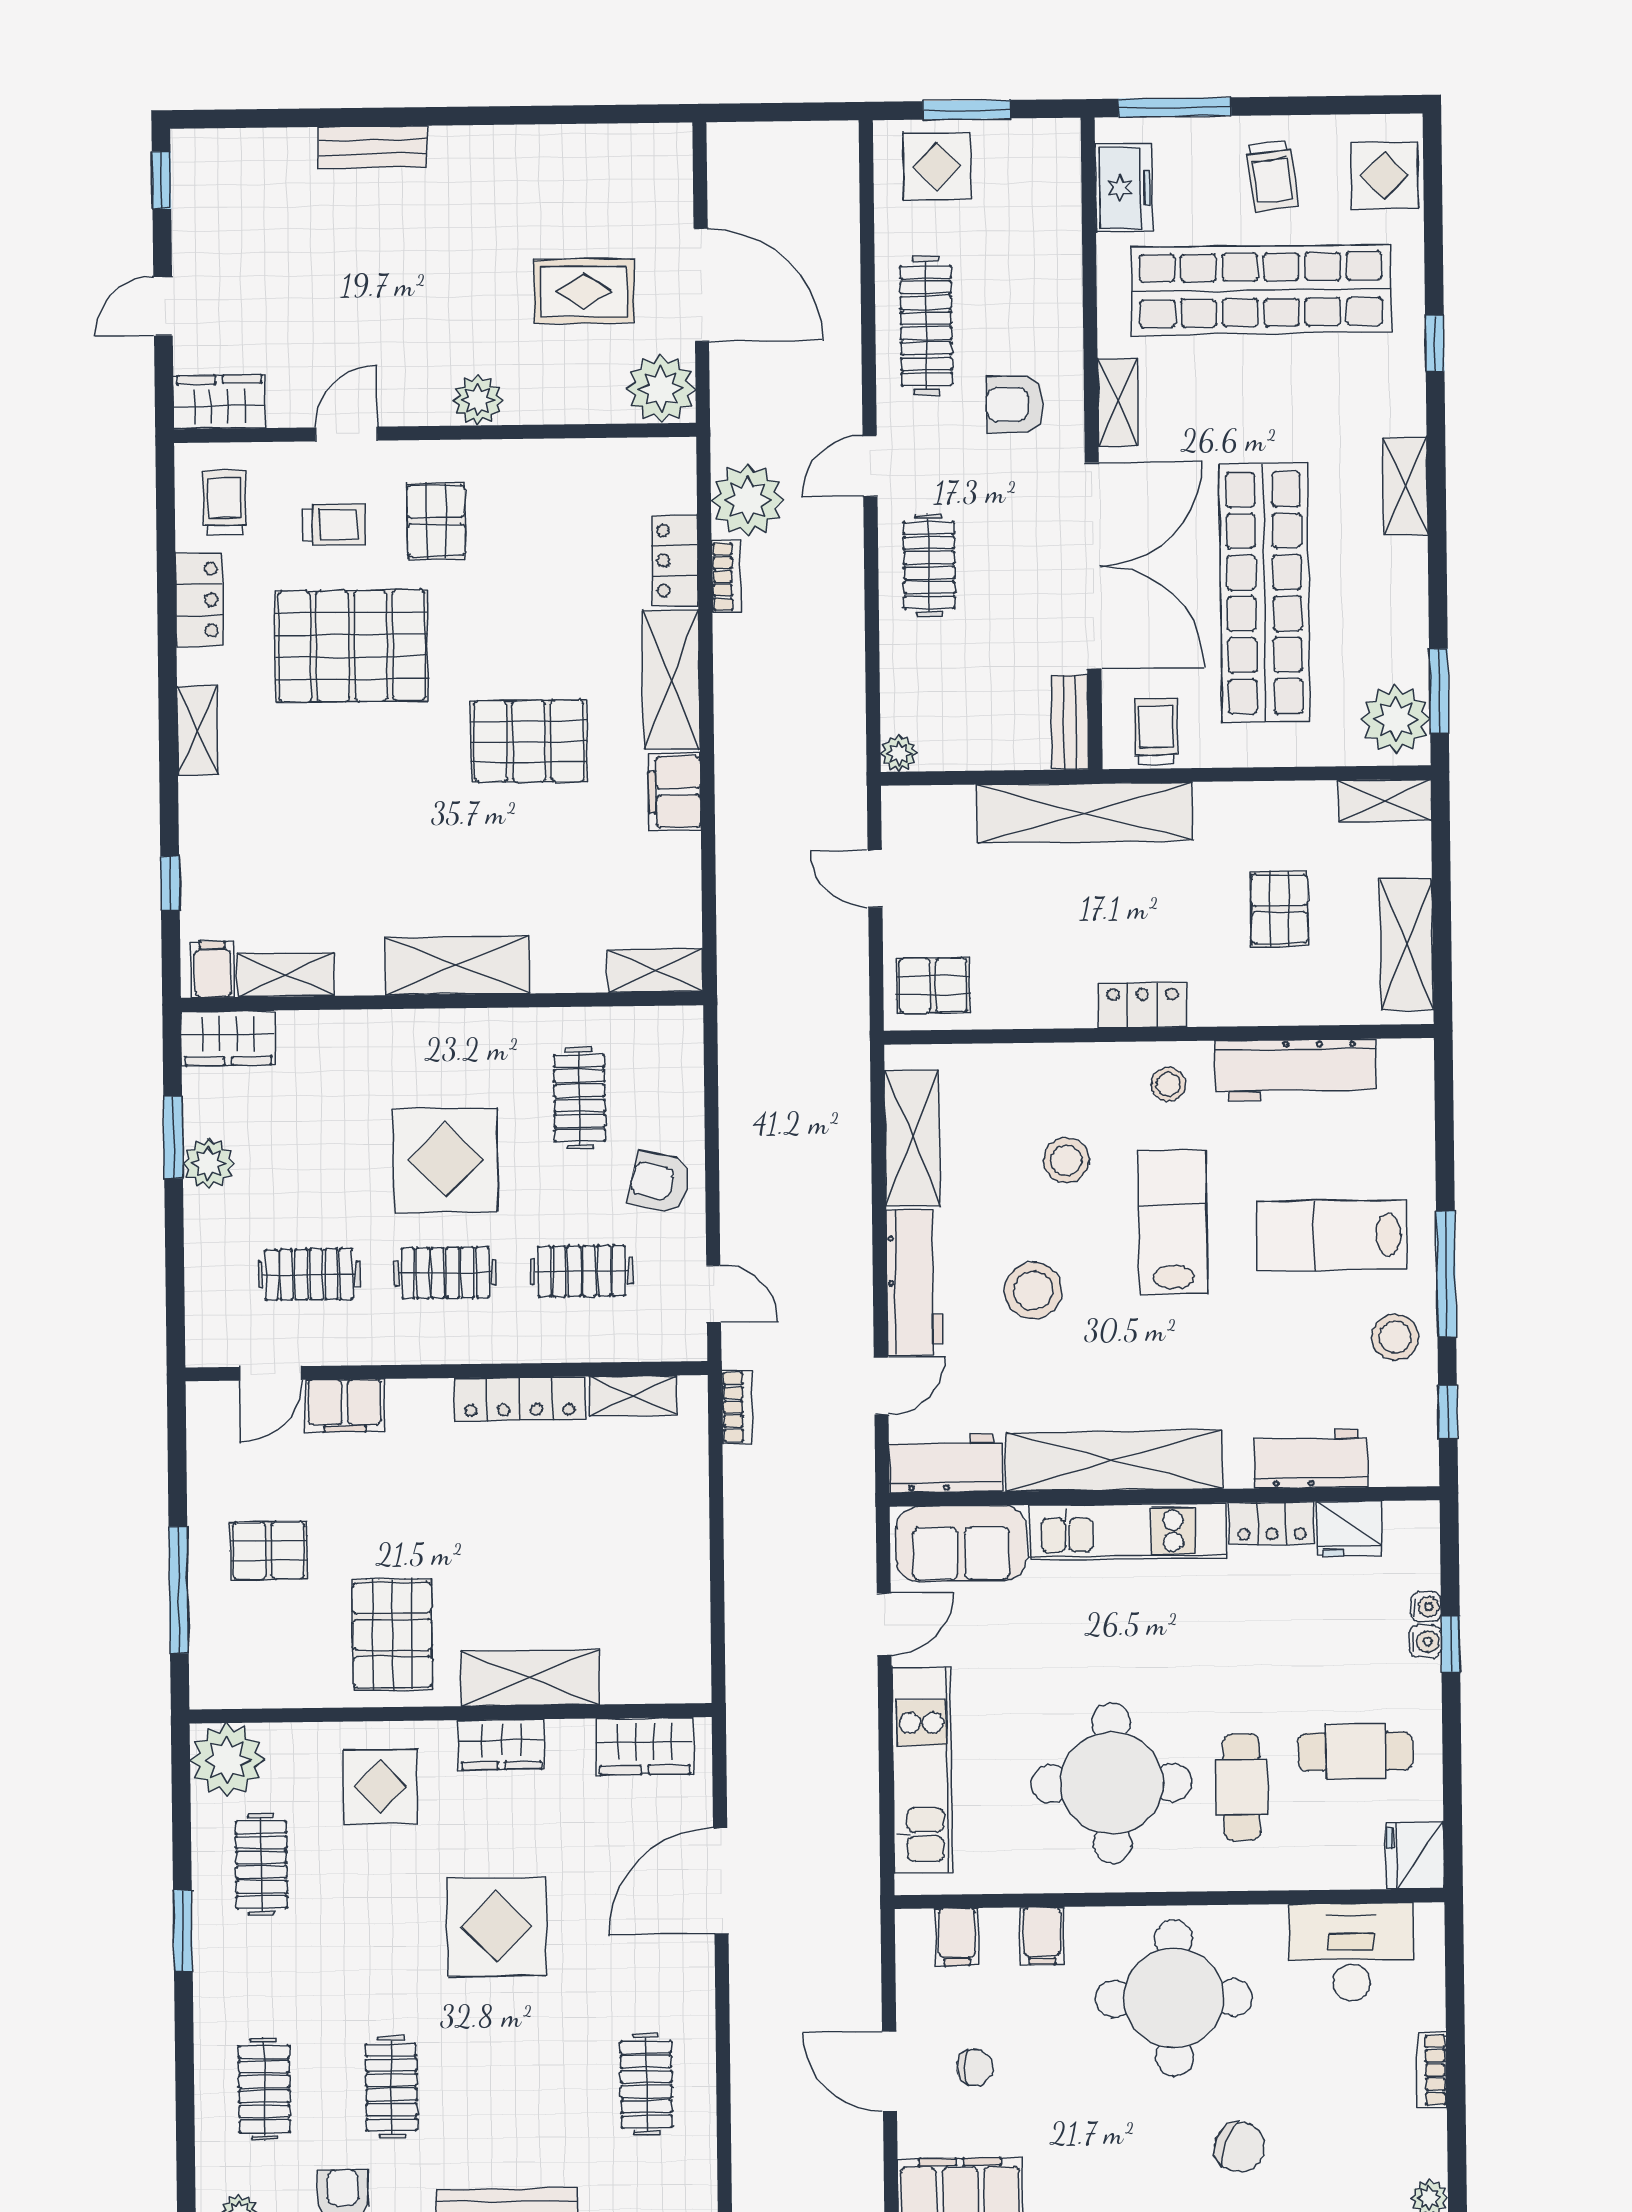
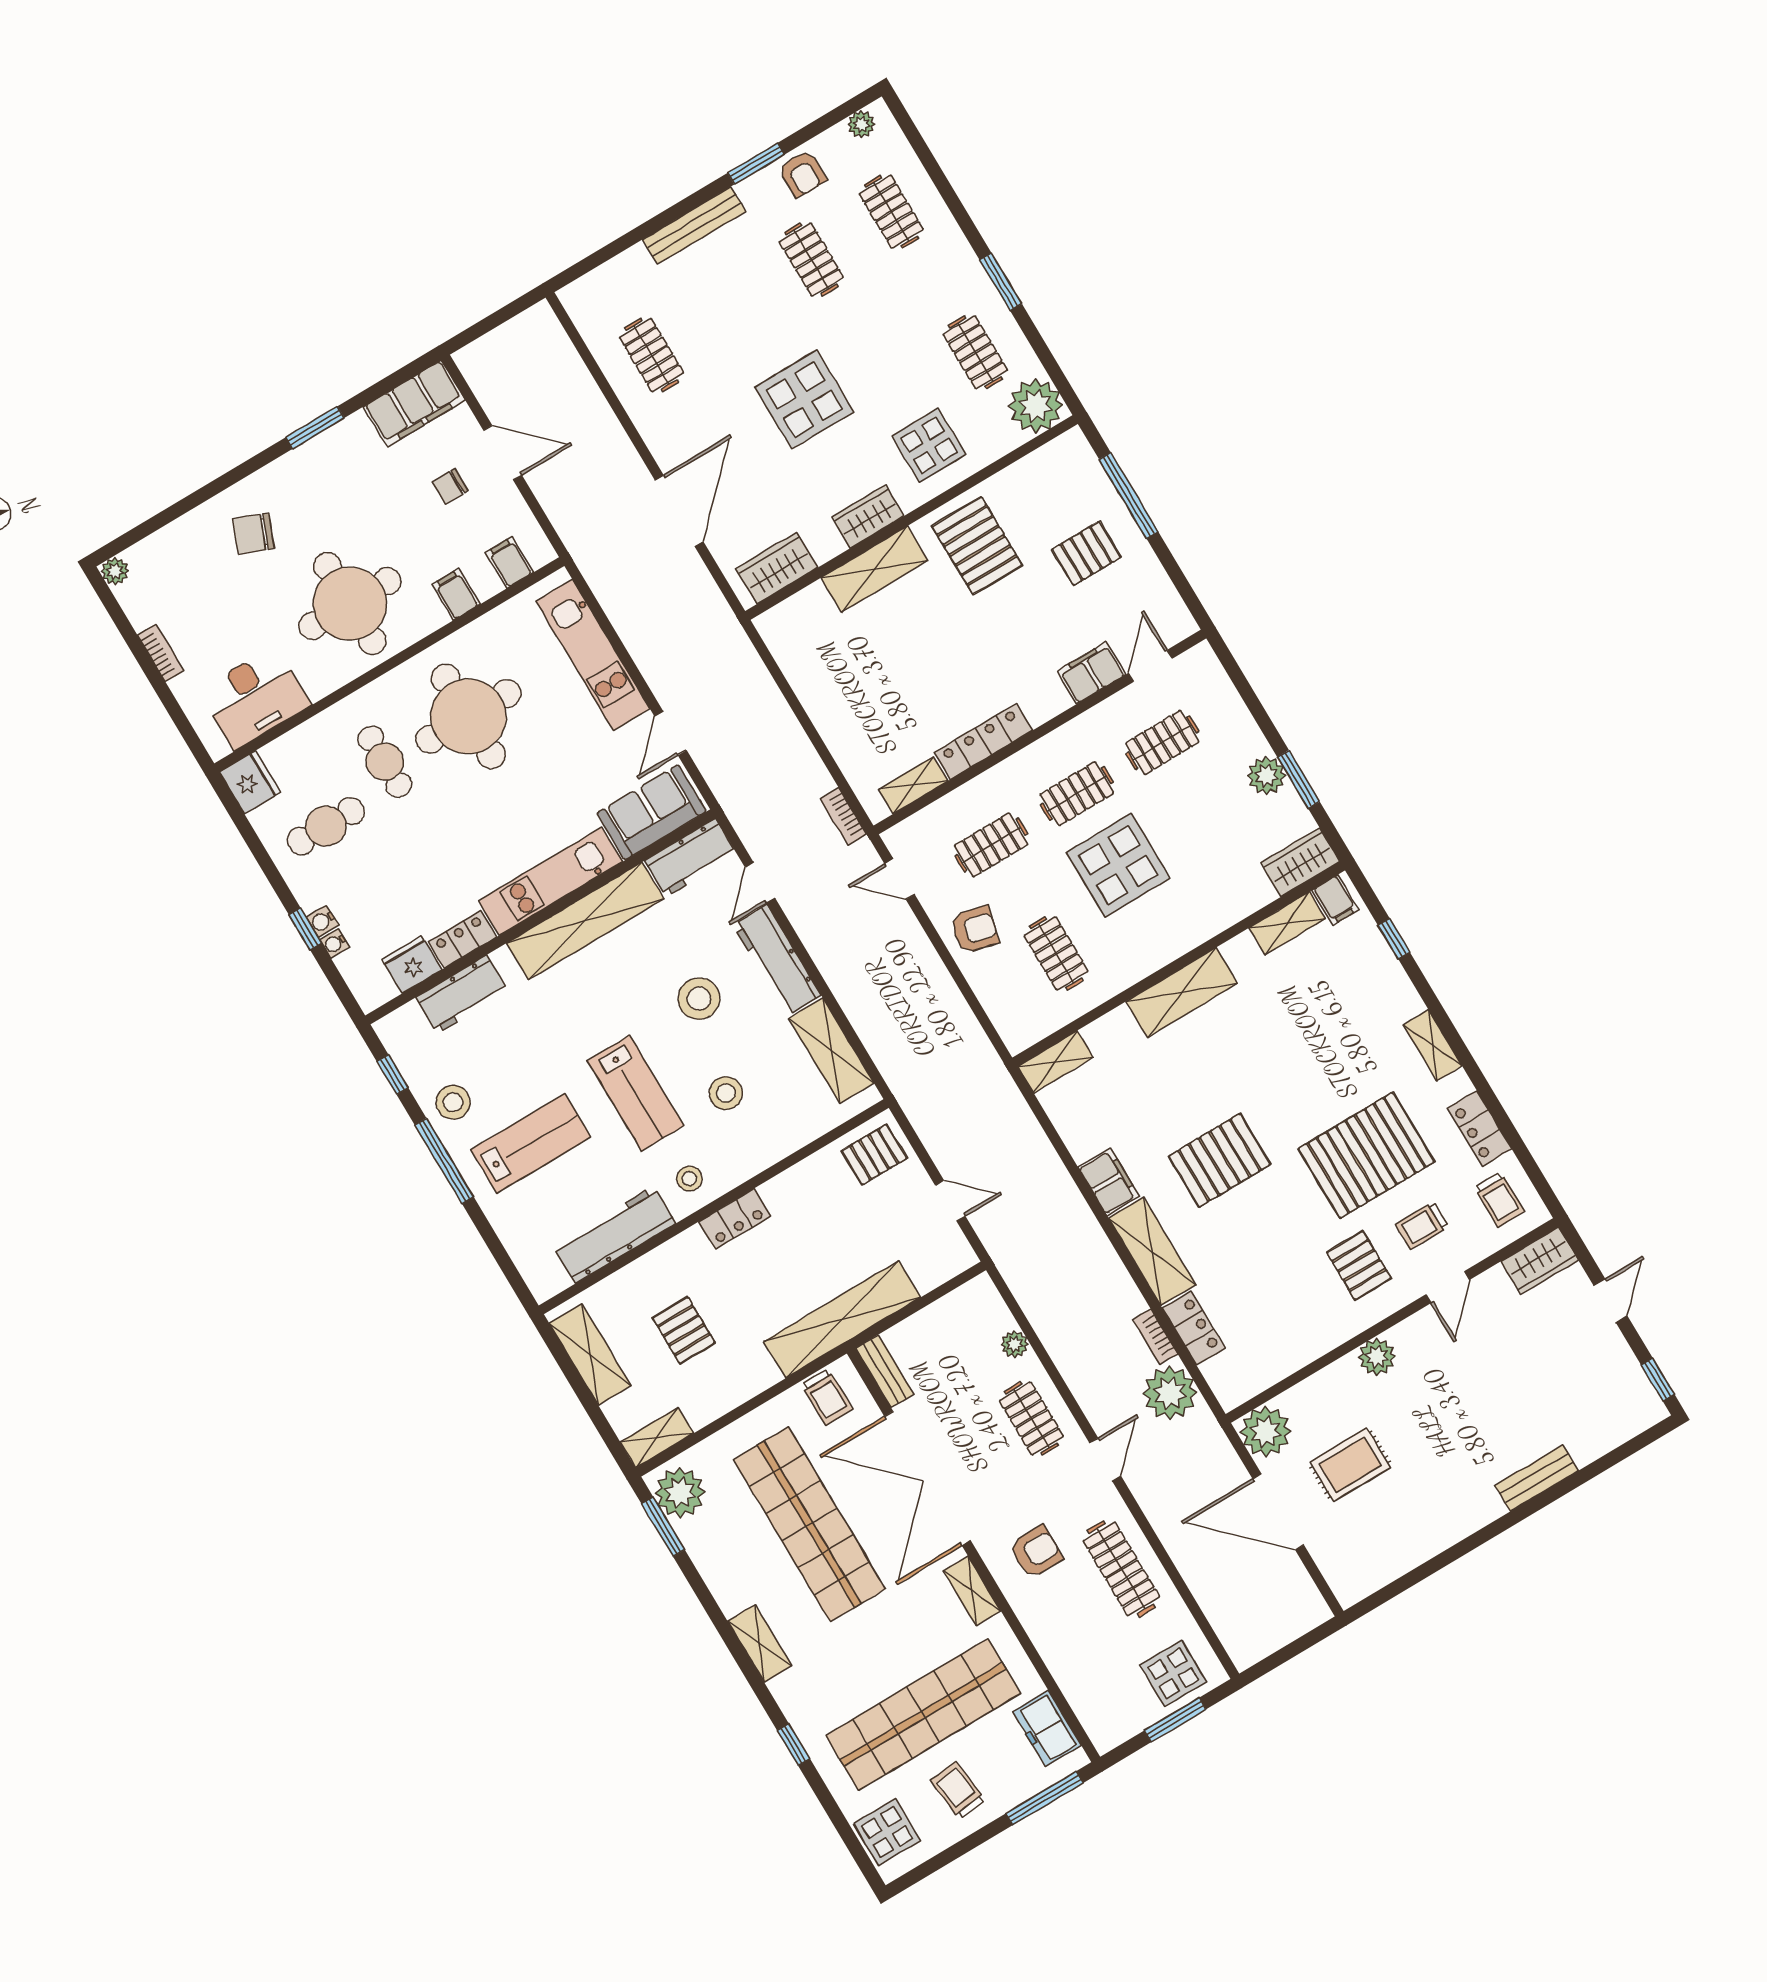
plant: (899, 753) -> (1015, 1344), moved

